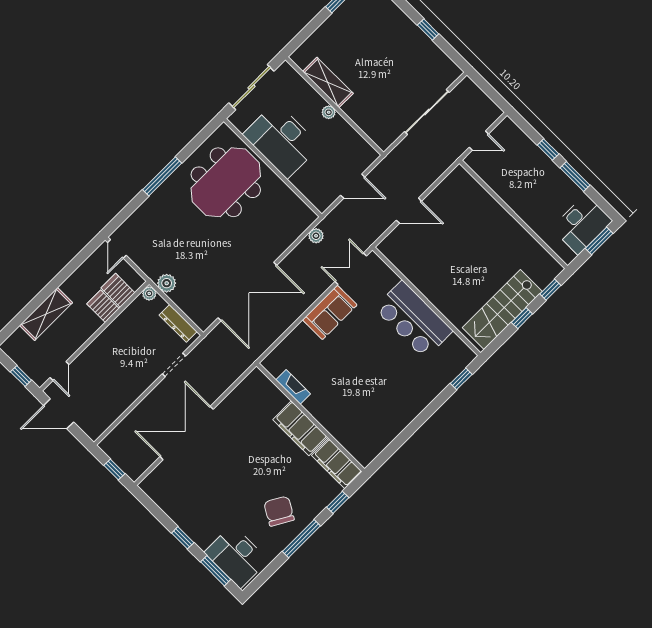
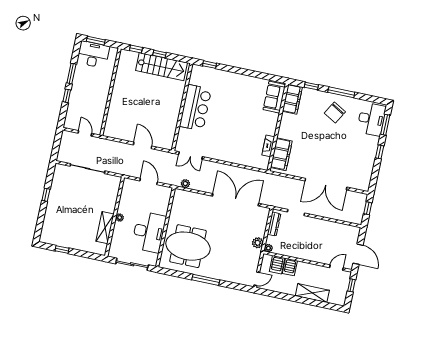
sofa: (330, 312) -> (274, 97), moved, turned -90
filing cabinet: (300, 428) -> (281, 154), moved

